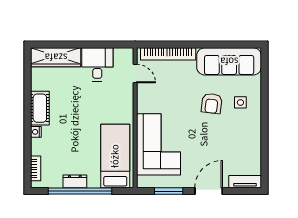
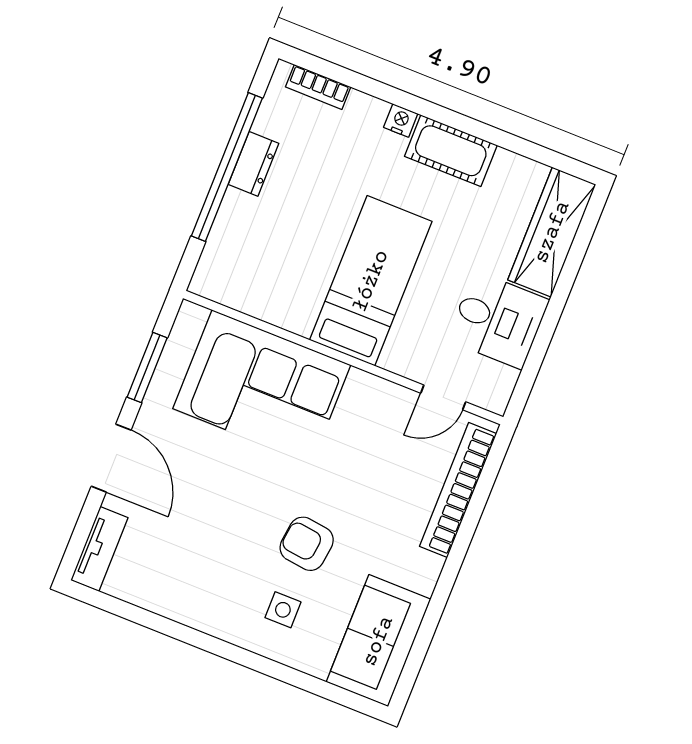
sofa: (229, 61) -> (378, 641), width x0.73
bed: (115, 156) -> (371, 281), moved, turned -90

